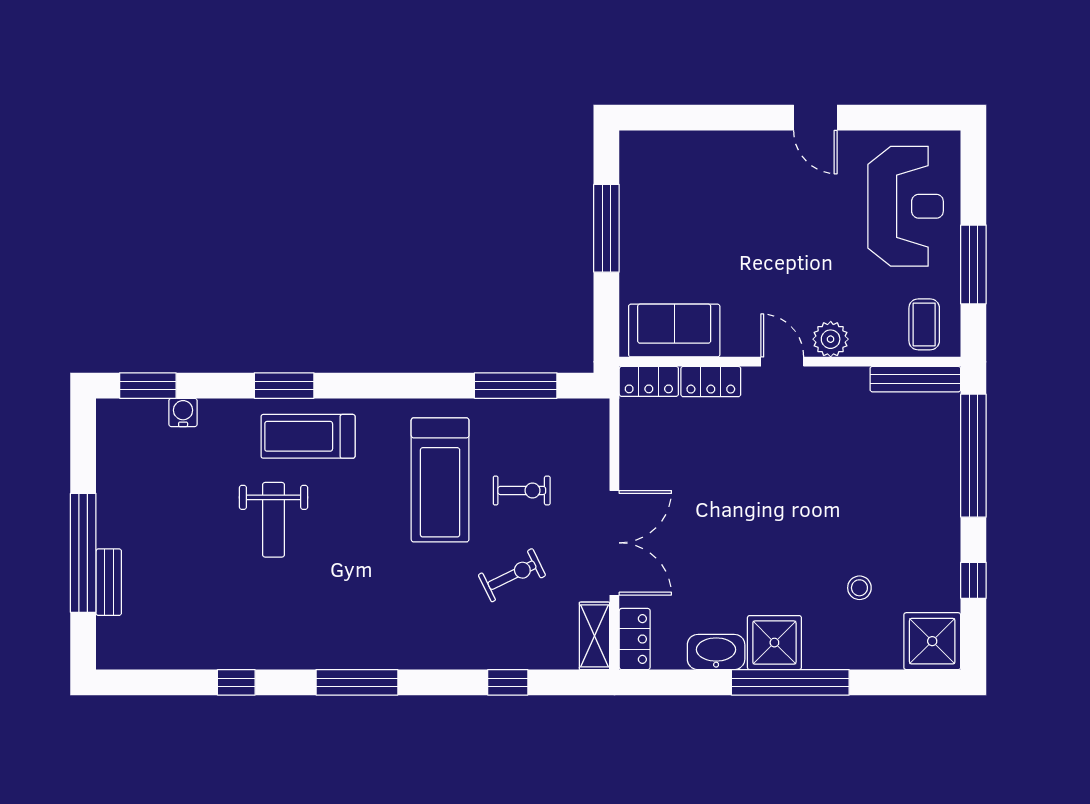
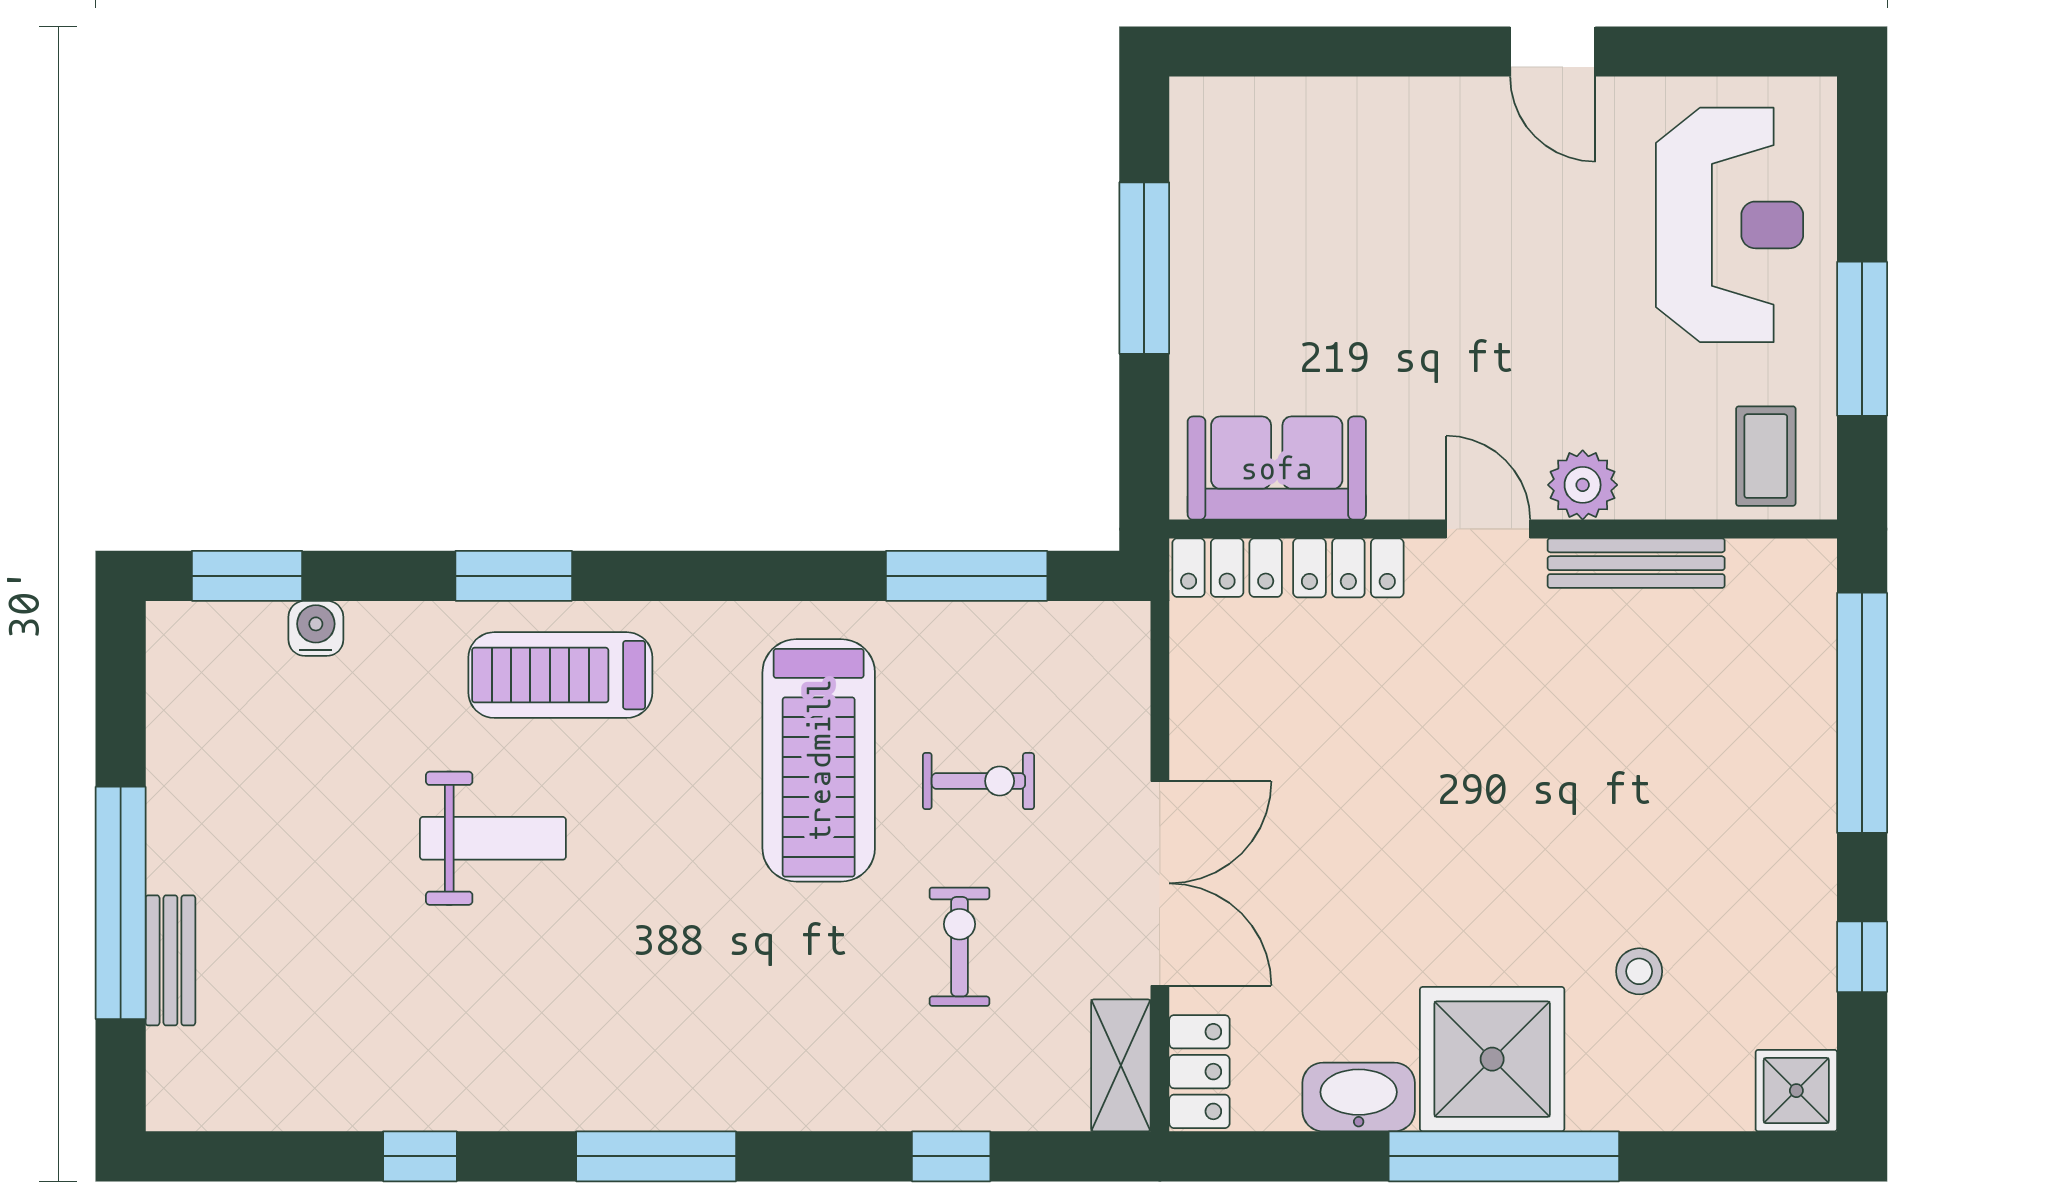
bench: (915, 379) -> (1636, 563), moved
weight bench: (274, 520) -> (493, 838), turned -90
exercise bike: (512, 575) -> (959, 947), turned -64
shower: (932, 641) -> (1796, 1091), width x0.73, depth x0.73
shower: (774, 643) -> (1492, 1059), width x1.37, depth x1.37

